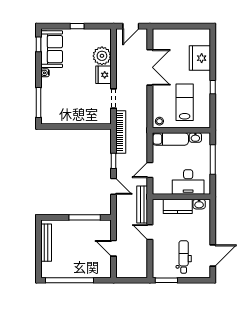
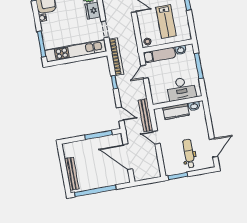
lab bench: (185, 102) -> (166, 21), turned 180
kitchen unit: (76, 117) -> (75, 51), added
door: (150, 170) -> (144, 72), moved
door: (114, 186) -> (120, 114), moved
bench: (46, 243) -> (72, 174), moved
door: (114, 248) -> (128, 157), width x1.87

